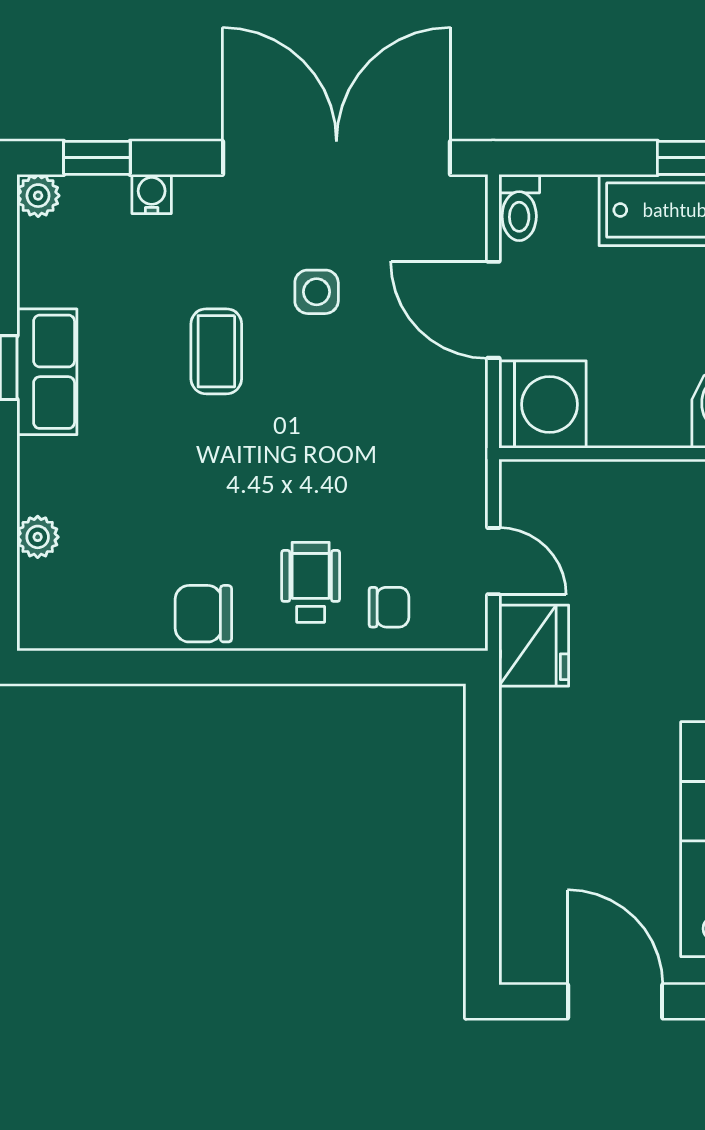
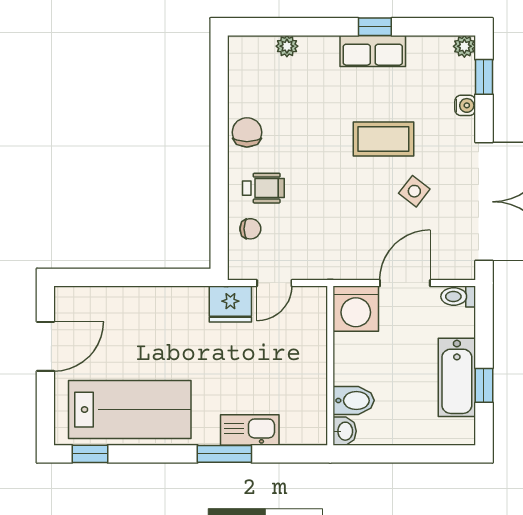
side table: (317, 292) -> (414, 191), turned 38
coffee table: (216, 351) -> (383, 139), width x1.36, depth x1.30
chair: (389, 607) -> (250, 229), turned -90

